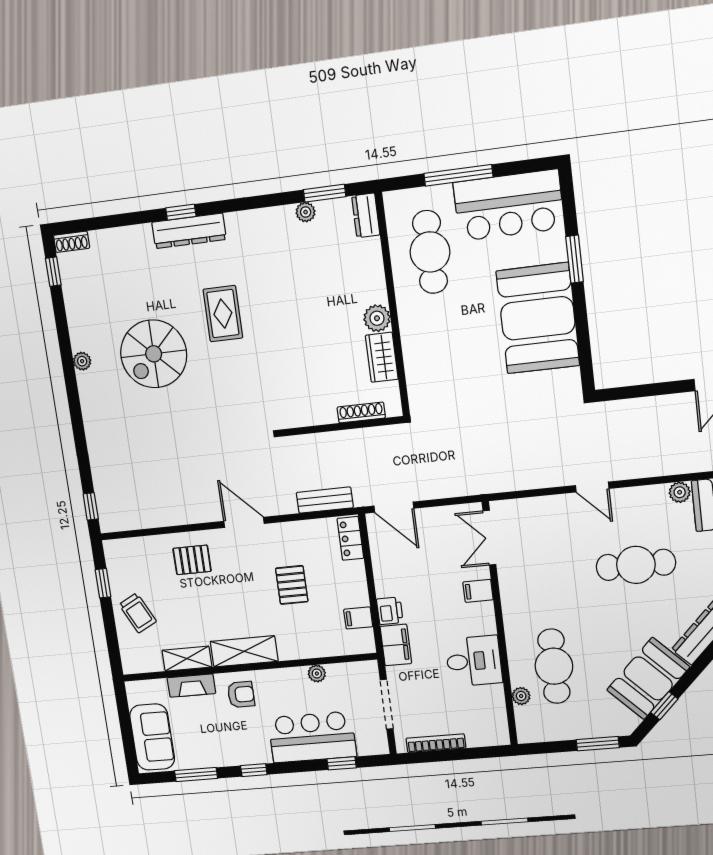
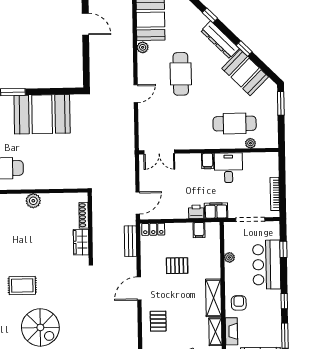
wardrobe: (382, 357) -> (81, 242), moved, turned 90
filing cabinet: (478, 591) -> (208, 161), moved
window: (664, 706) -> (244, 49), moved

